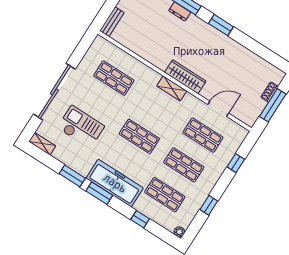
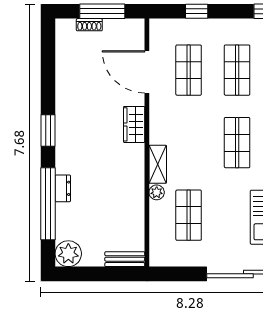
plant: (140, 67) -> (157, 192), added
wardrobe: (185, 77) -> (134, 124), width x0.67
shelving: (172, 88) -> (158, 164), moved
door: (218, 109) -> (147, 72), width x1.36

